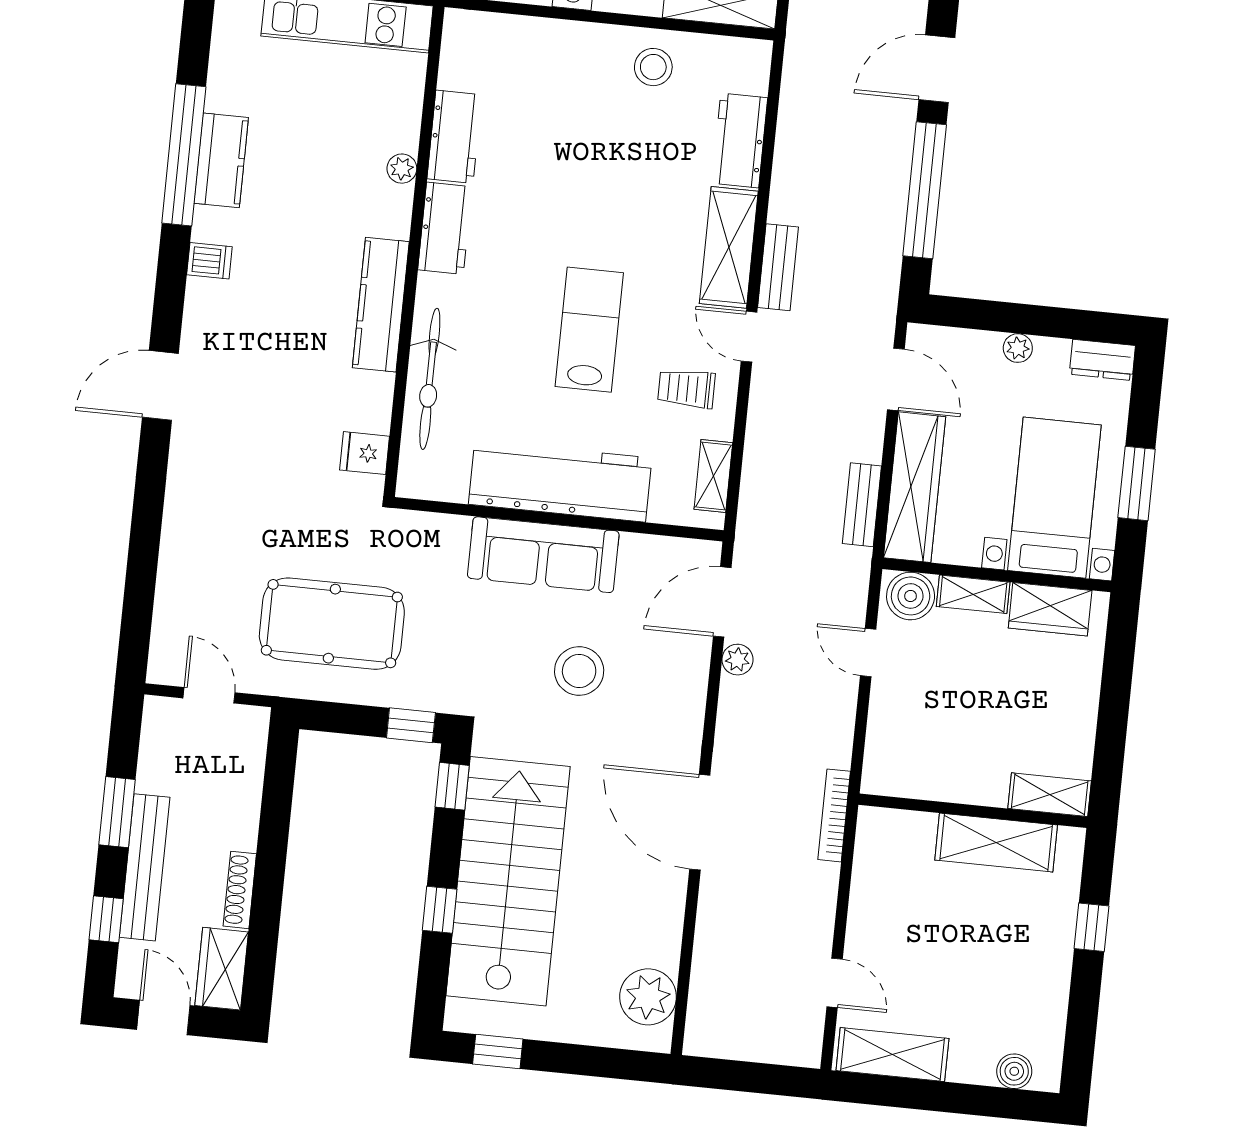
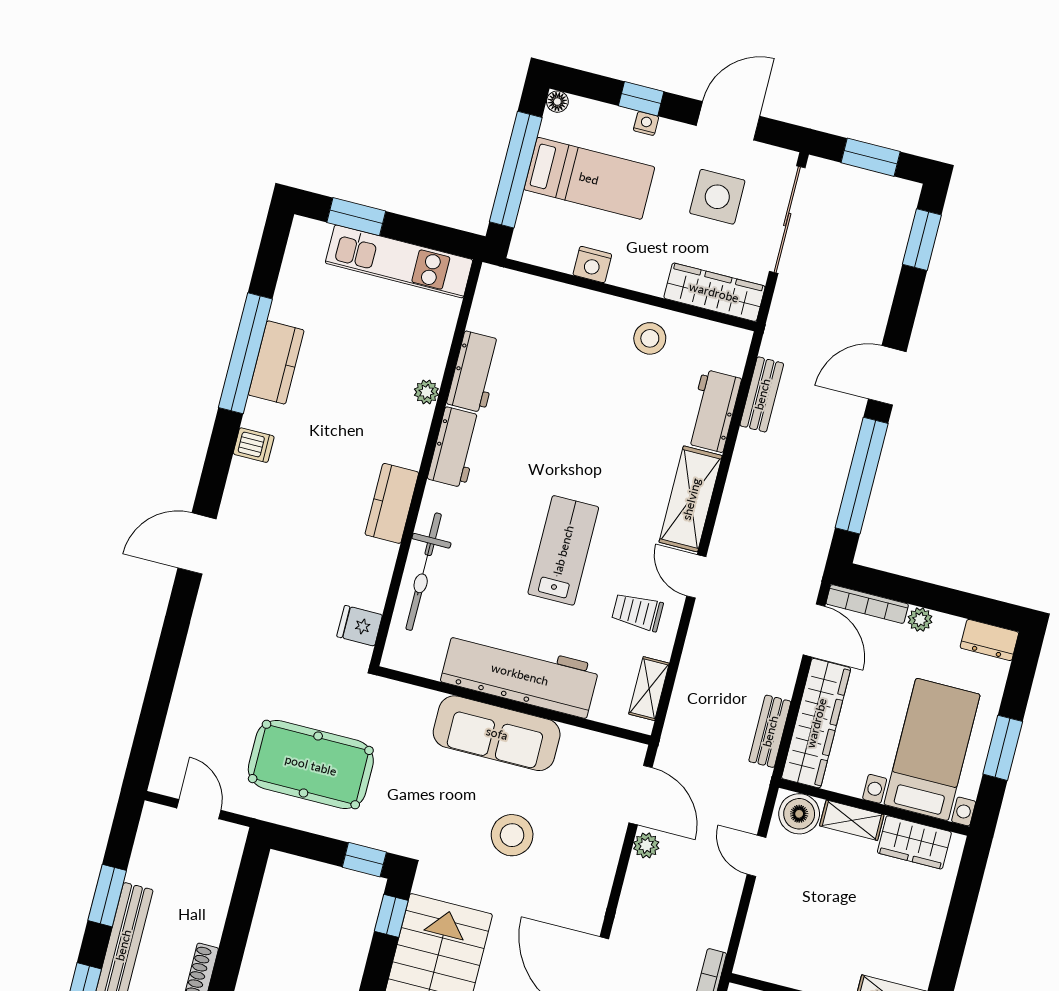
bench: (778, 267) -> (762, 394), moved
kitchen counter: (381, 305) -> (392, 503), width x0.67
bookcase: (953, 339) -> (867, 604), added
door: (722, 602) -> (641, 795), swing flipped

